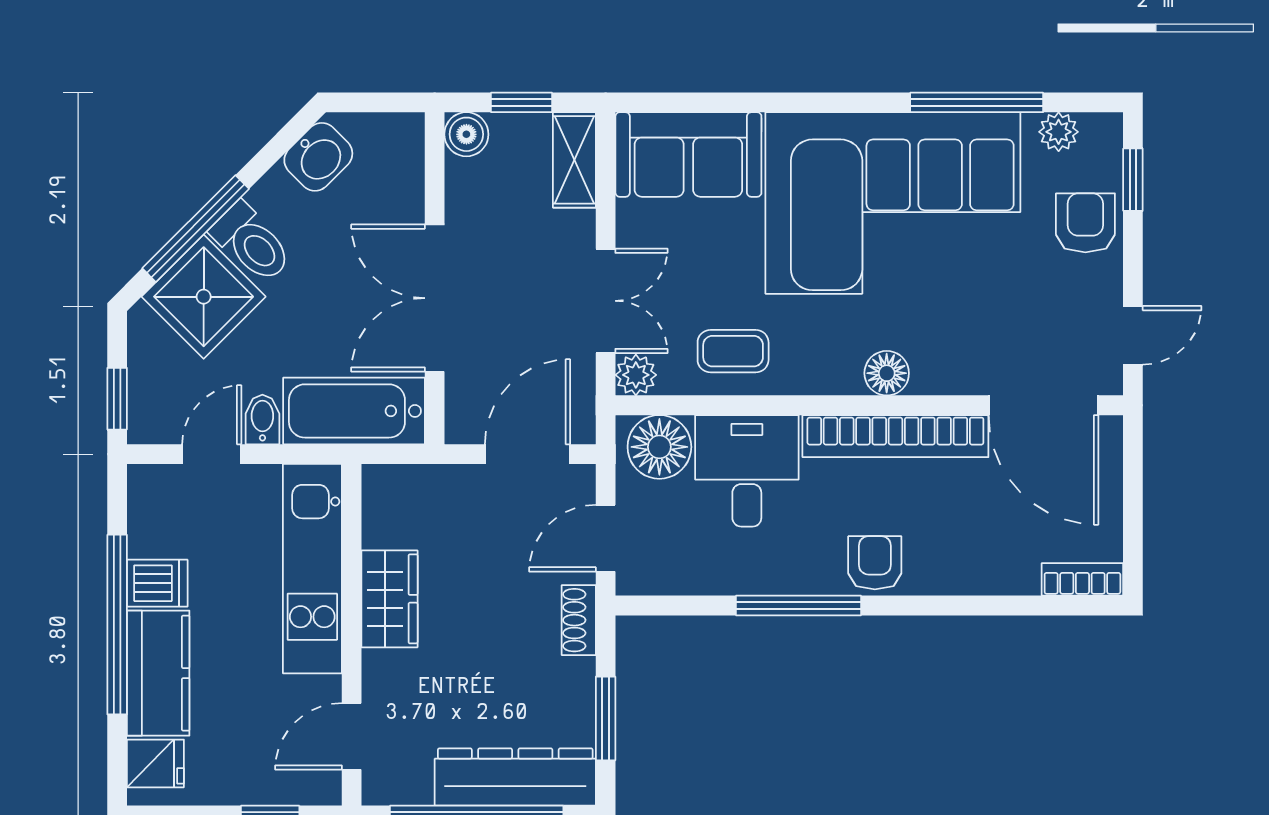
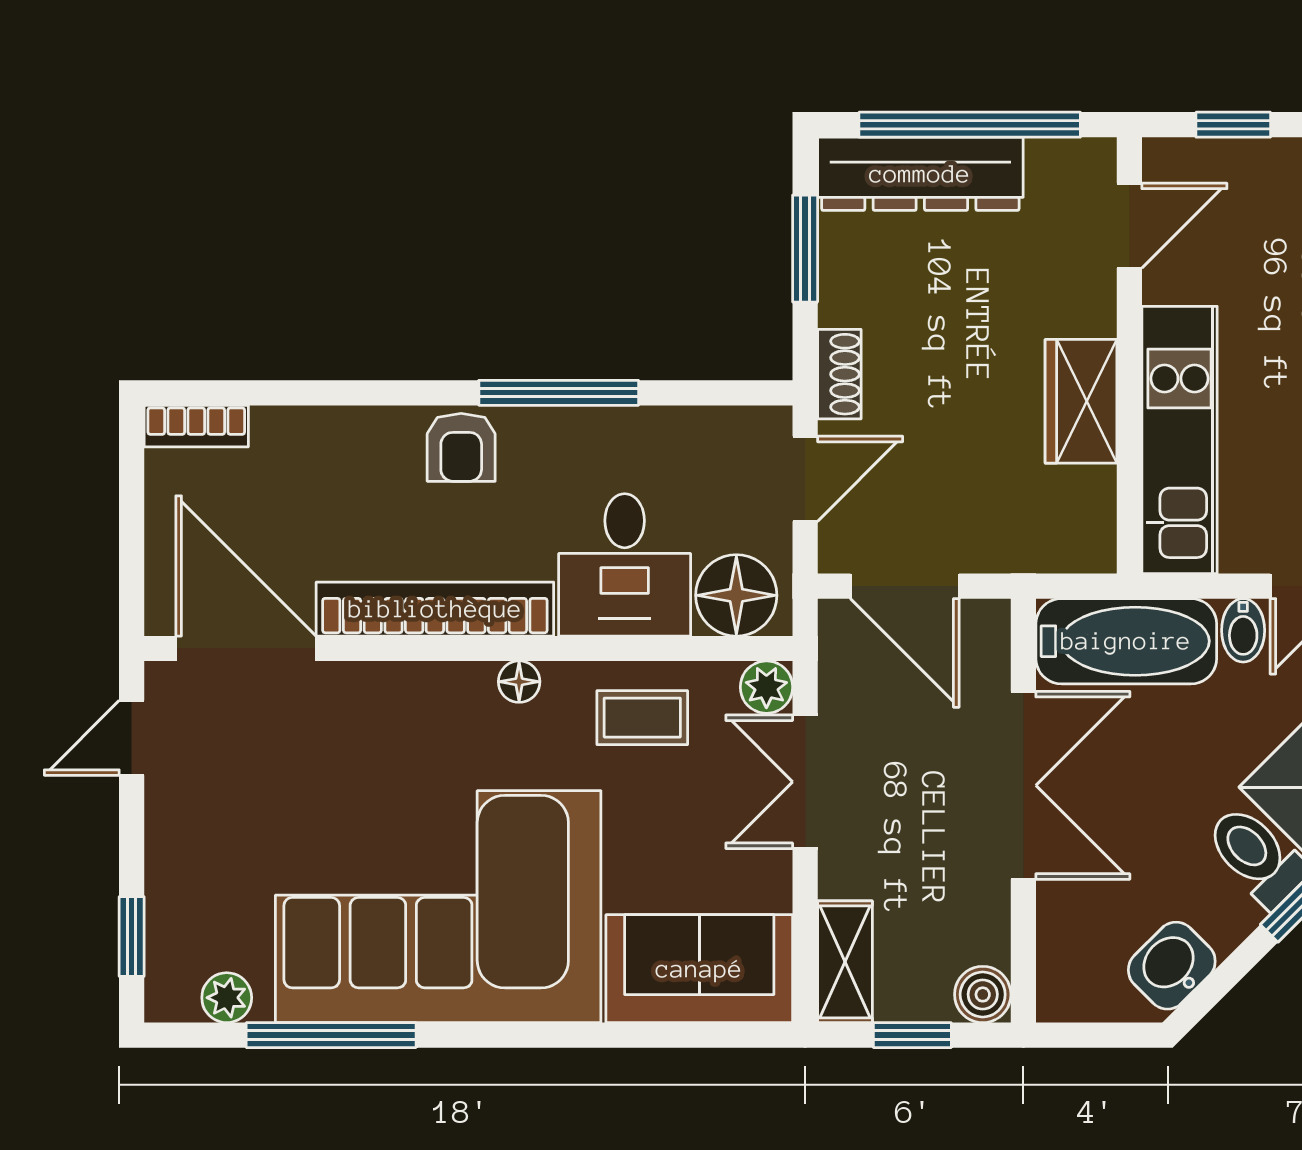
armchair: (1085, 223) -> (192, 881), removed
floor lamp: (887, 373) -> (519, 682), moved, width x0.73, depth x0.73
door: (528, 454) -> (905, 586), hinge flipped

